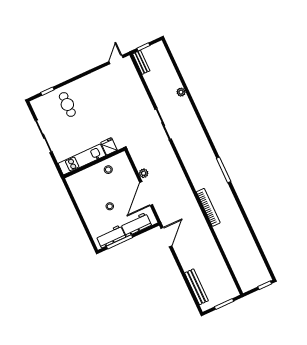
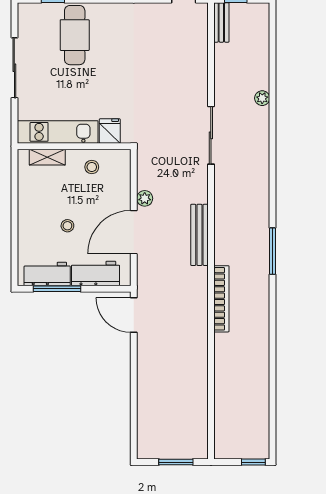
cafe table: (67, 104) -> (75, 35), width x1.37, depth x1.35
shelving: (83, 175) -> (47, 157), added
door: (166, 237) -> (134, 315), swing flipped
bench: (197, 287) -> (199, 235), moved

